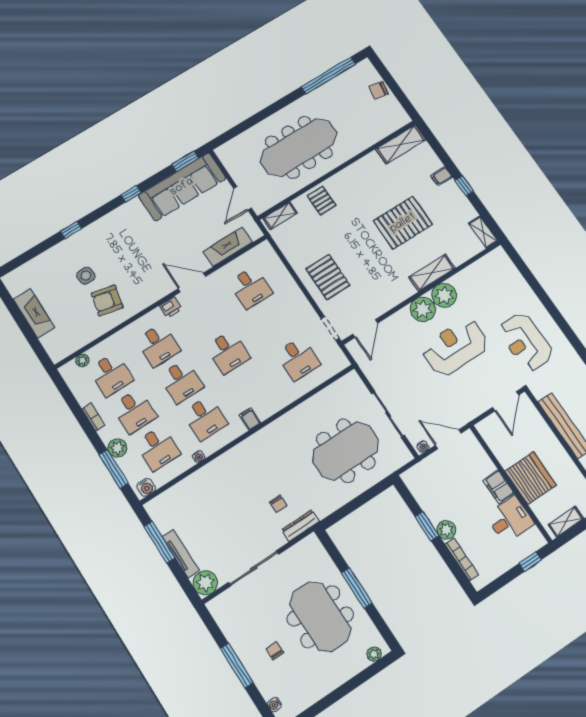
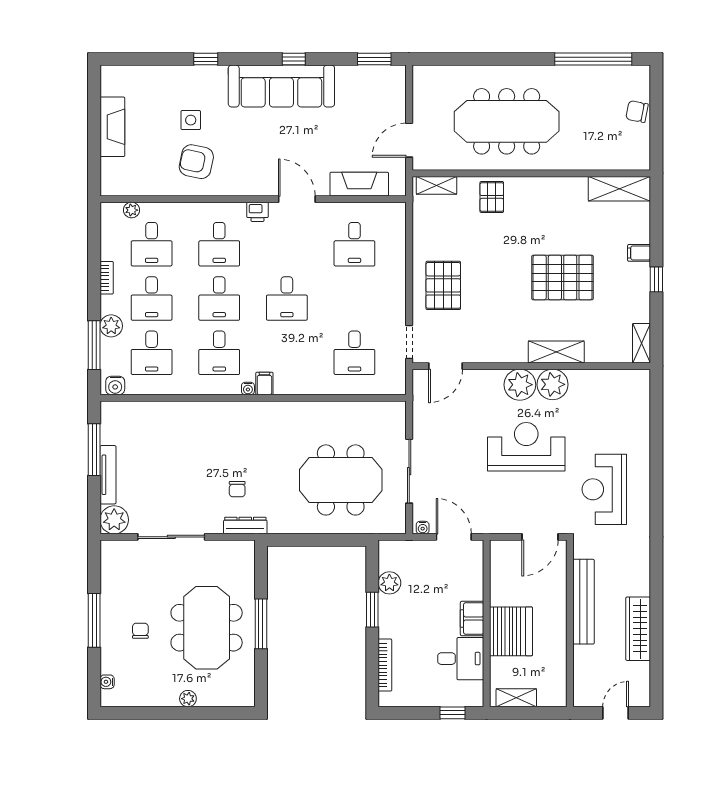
sofa: (182, 187) -> (281, 86), moved
water cooler: (199, 457) -> (248, 388), moved
plant: (446, 530) -> (389, 583), moved
plant: (374, 654) -> (188, 699), moved

